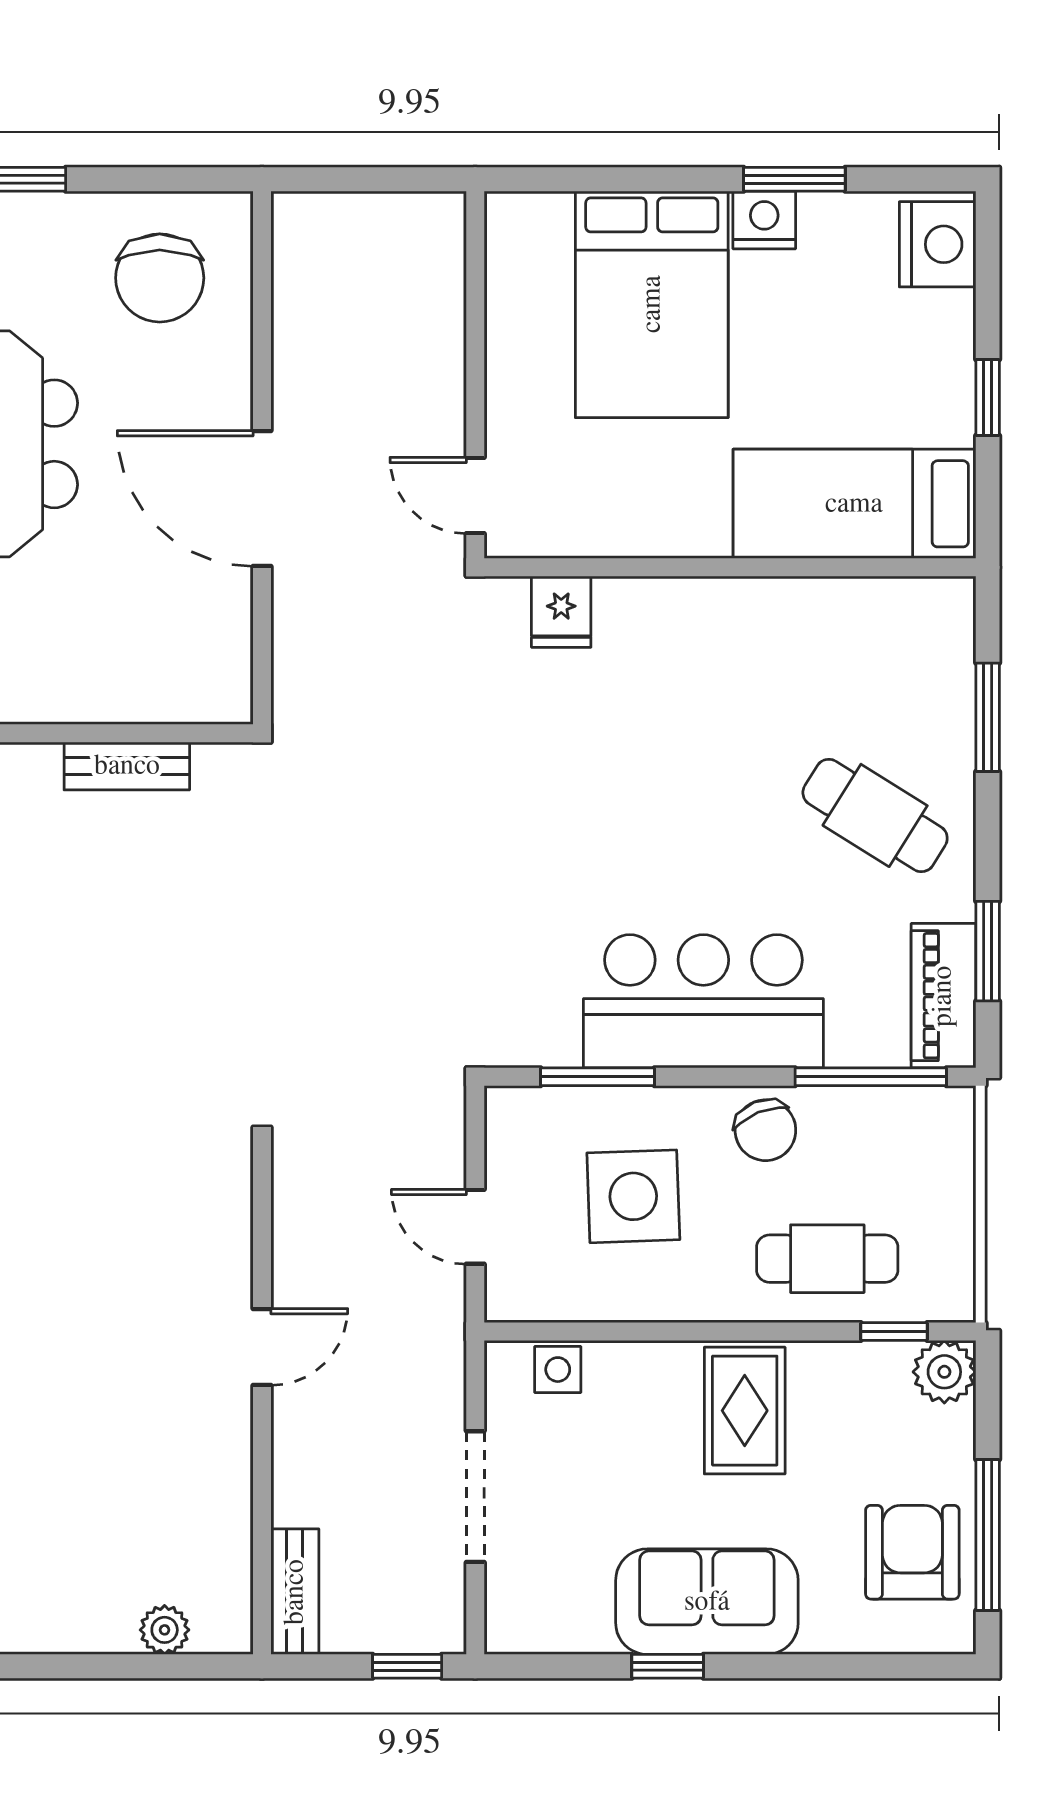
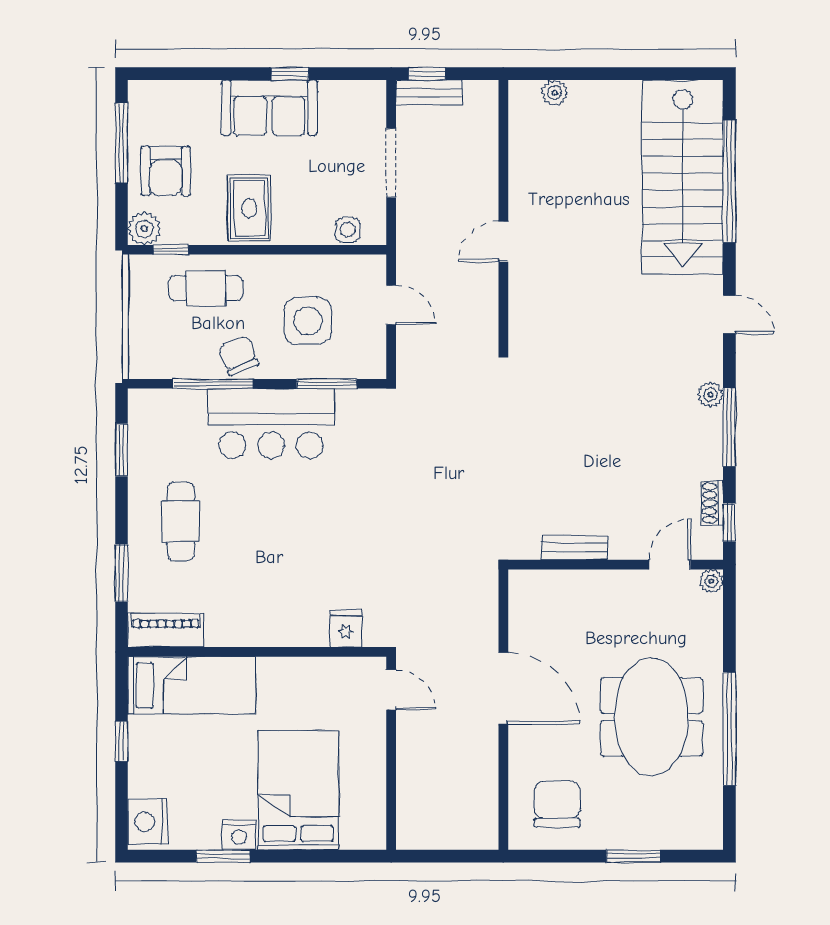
cafe table: (875, 815) -> (181, 521), turned 58
piano: (943, 996) -> (166, 630), moved, turned -90
window: (871, 1077) -> (213, 384), moved
armchair: (912, 1552) -> (166, 171), moved
bench: (295, 1592) -> (429, 93), moved, turned 90

